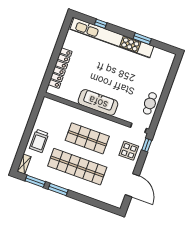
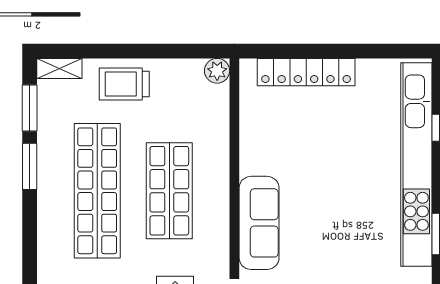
sofa: (98, 102) -> (259, 223), moved
plant: (47, 103) -> (217, 71), added

